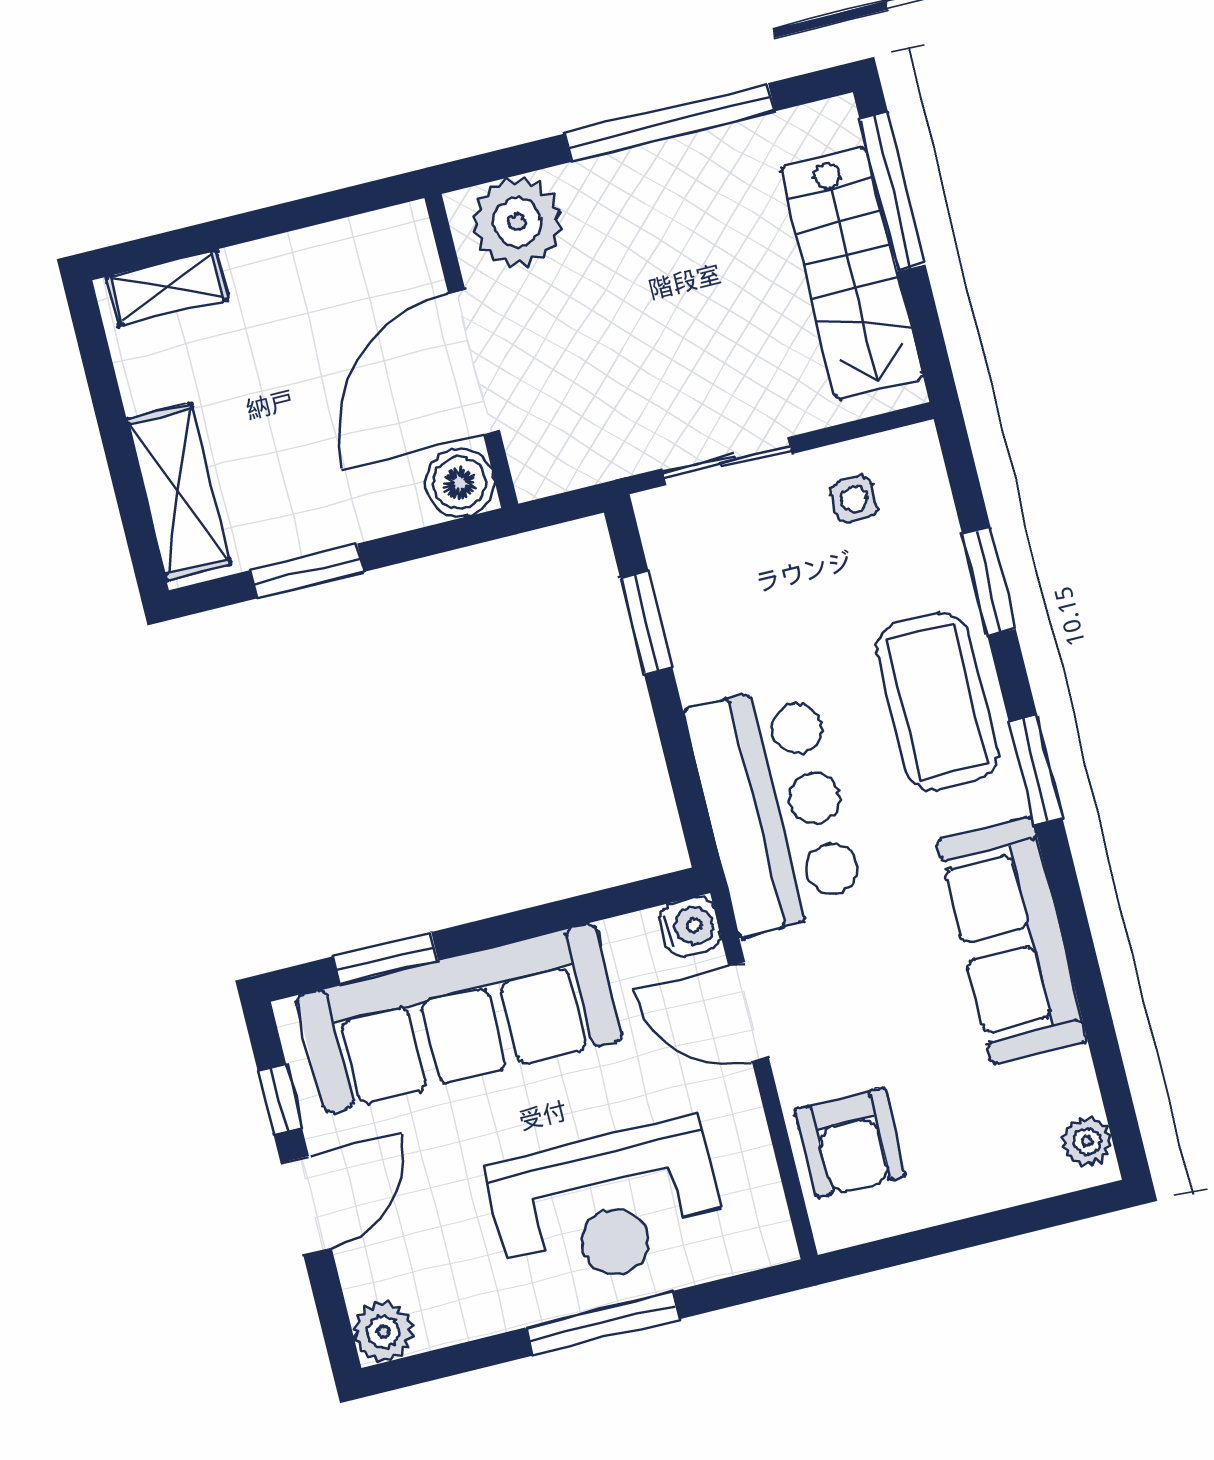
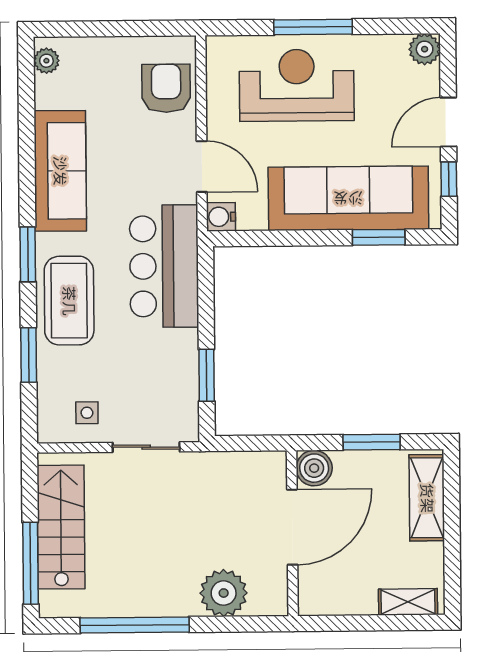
wall: (471, 351) -> (292, 533), moved
door: (474, 362) -> (292, 527), moved
boiler: (460, 483) -> (314, 468), moved

